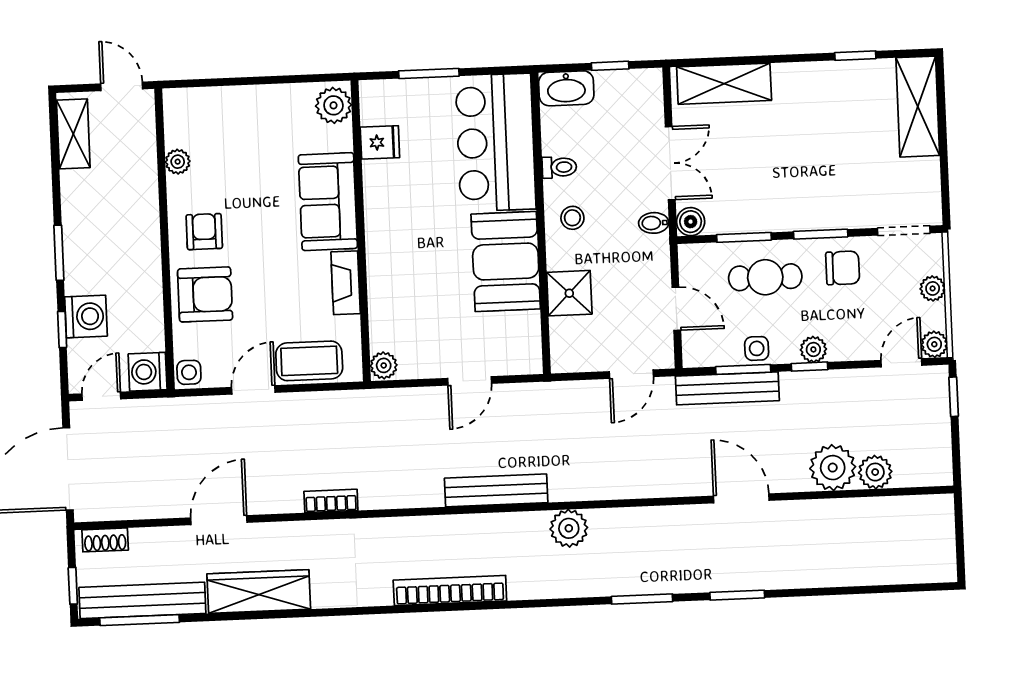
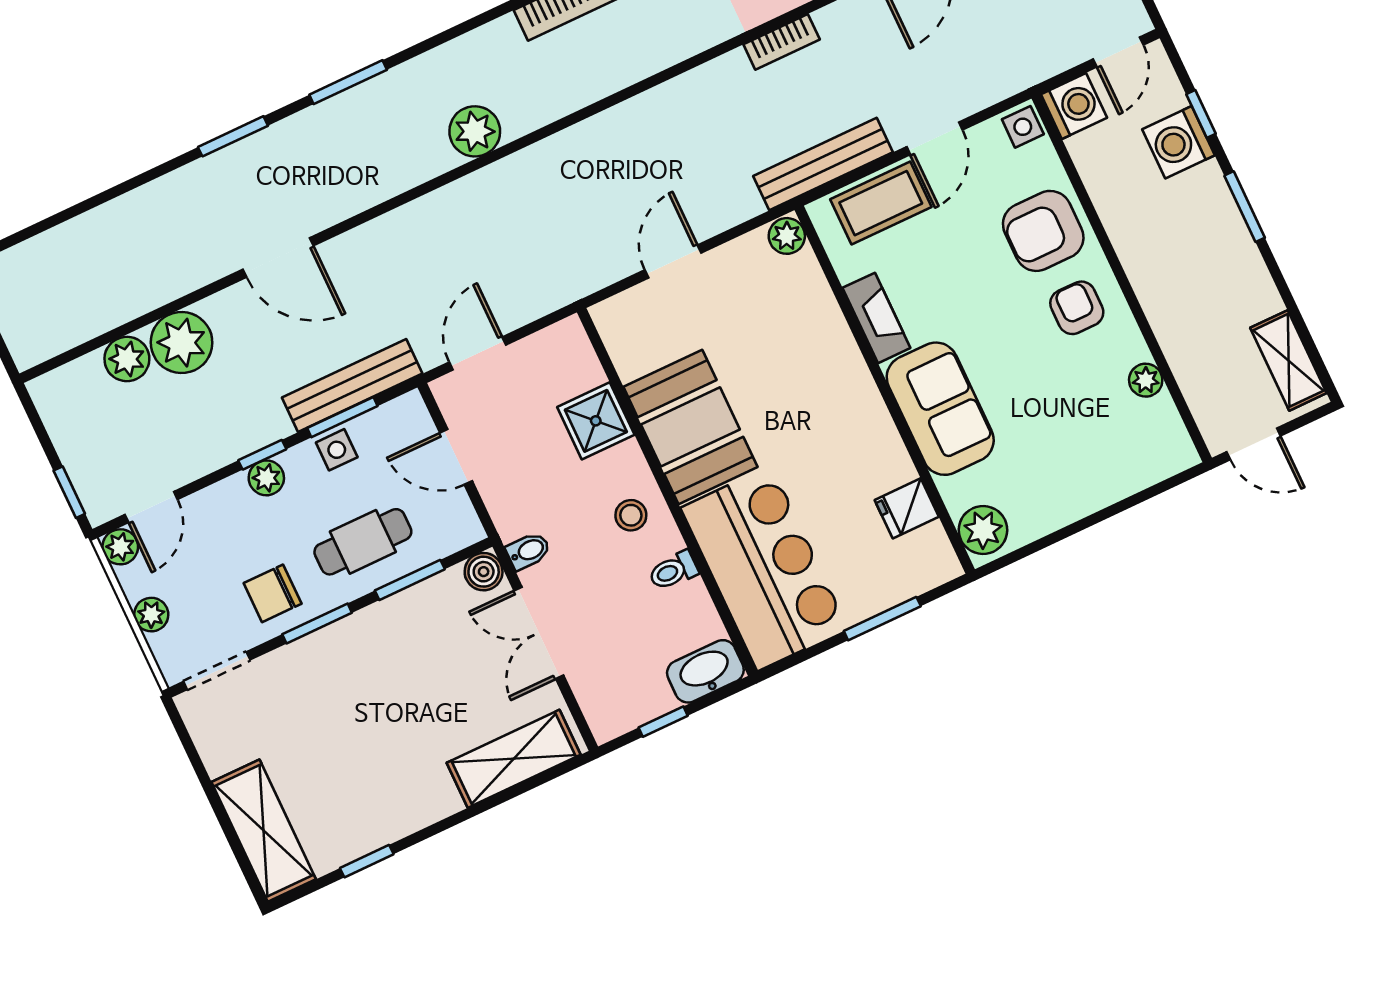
armchair: (204, 232) -> (1077, 308), turned 180
bench: (496, 490) -> (823, 164), moved

